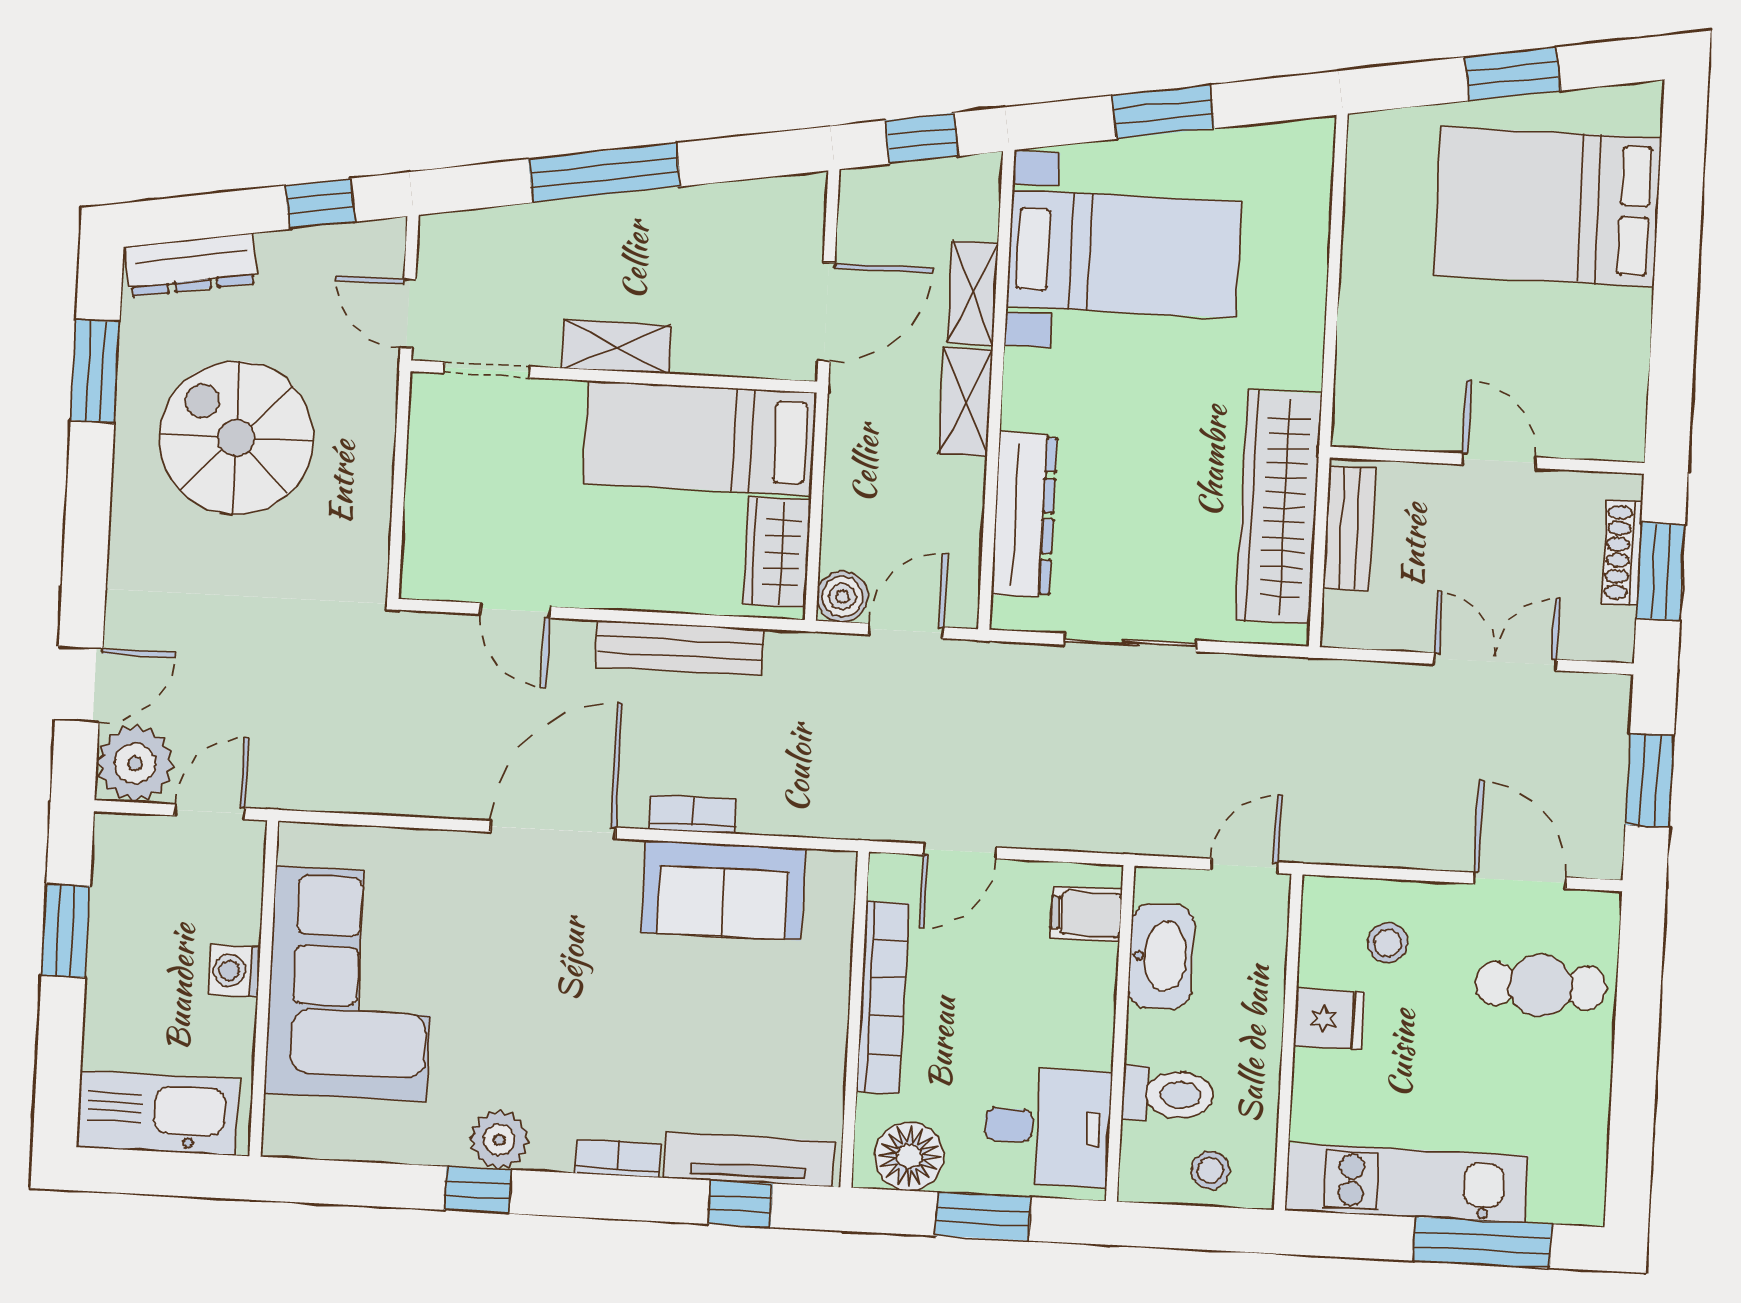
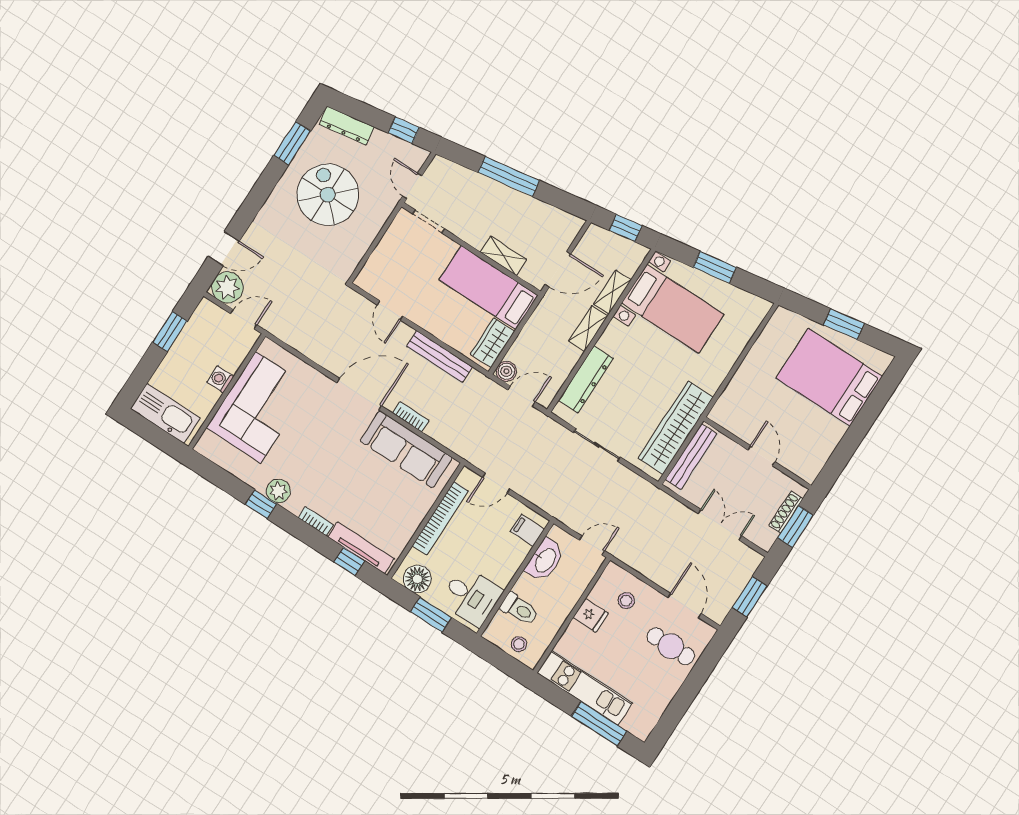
shelving: (617, 347) -> (503, 256), moved
bench: (1349, 529) -> (691, 457), width x1.36
sofa: (723, 890) -> (406, 449), width x1.36

